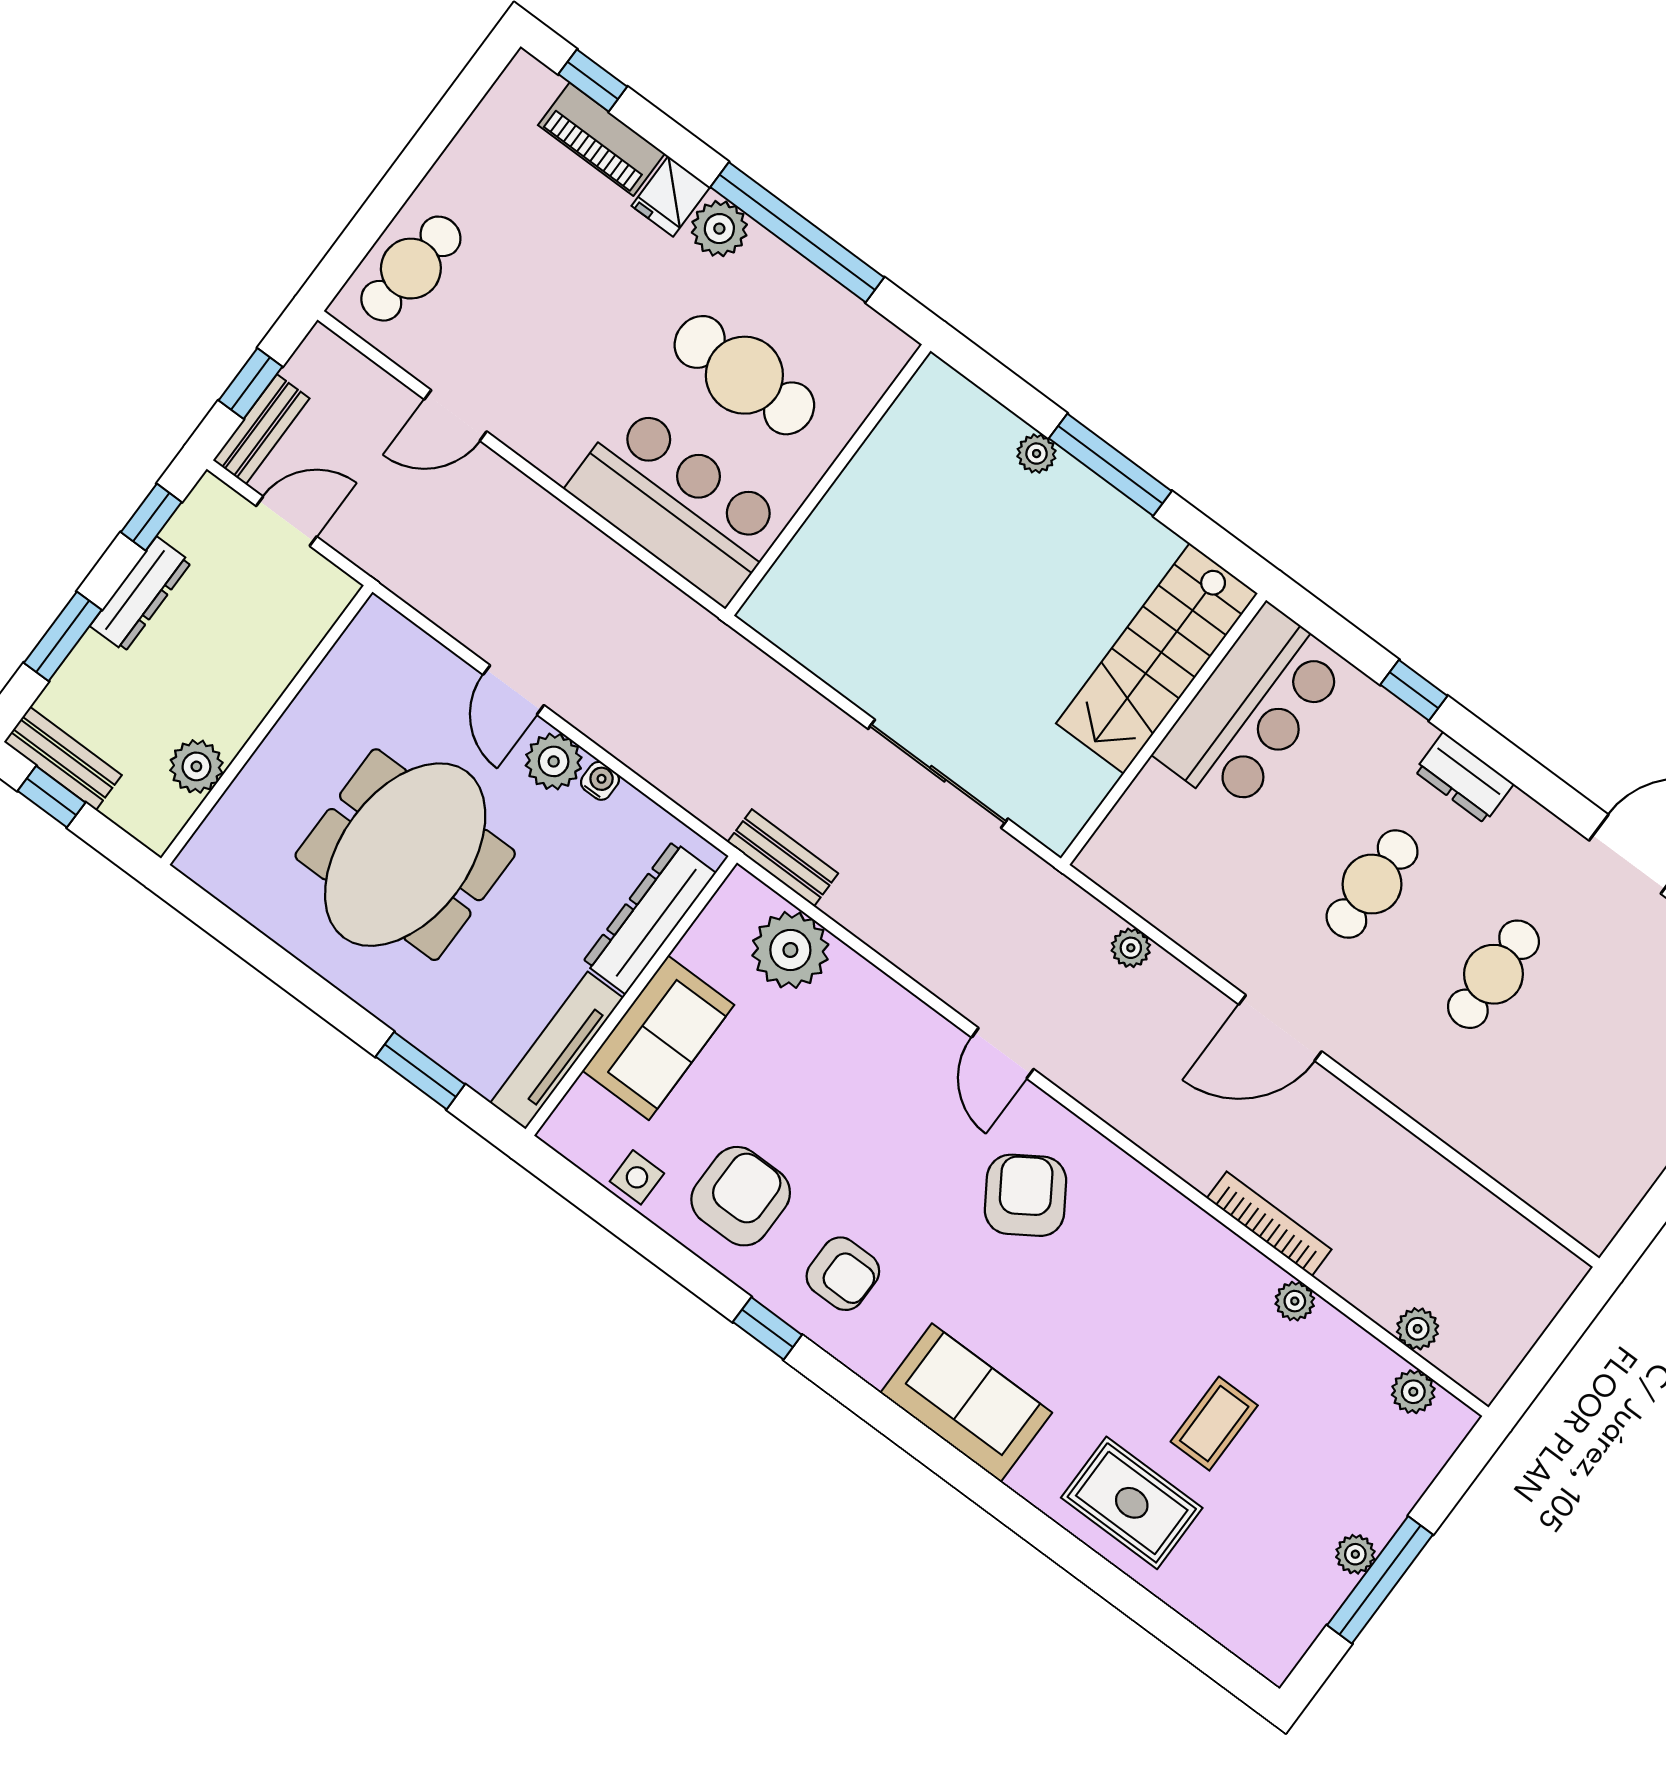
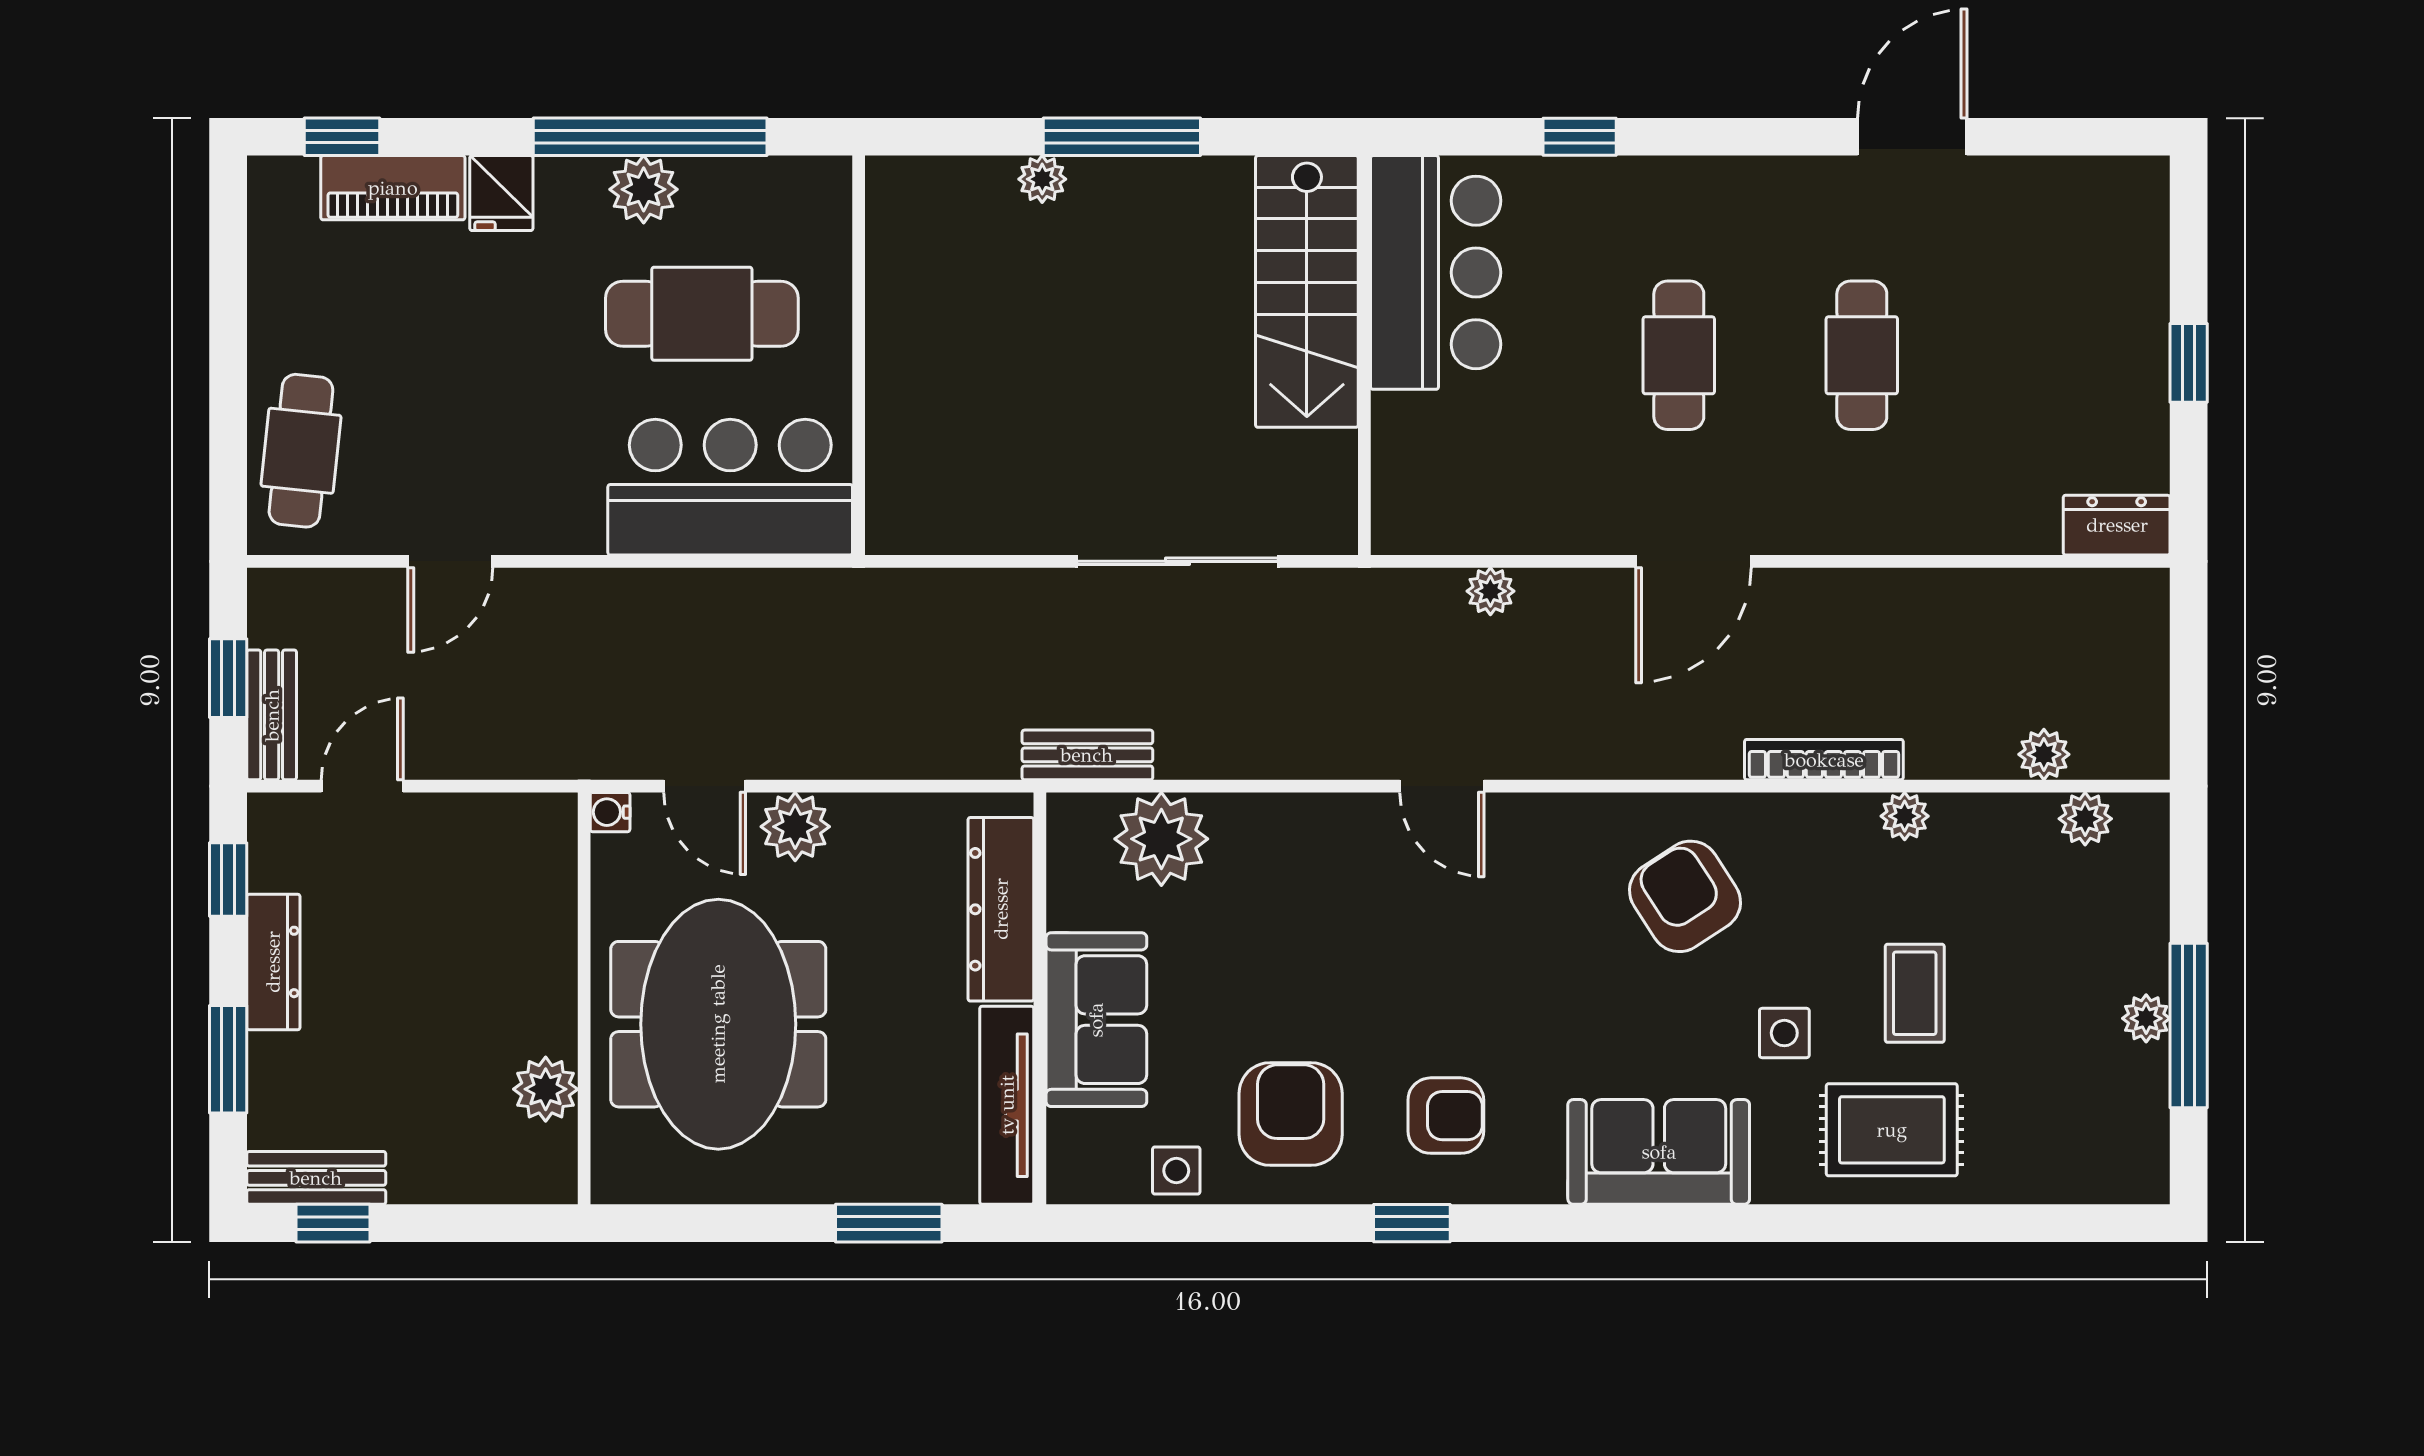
plant: (719, 229) -> (644, 189), moved
wall: (267, 725) -> (584, 998), moved
plant: (196, 766) -> (546, 1089), moved
dresser: (1464, 778) -> (2117, 525), moved, turned 180
water cooler: (600, 781) -> (610, 812), moved, turned -90
armchair: (1026, 1195) -> (1685, 896), moved
side table: (1108, 1386) -> (1784, 1033), added

